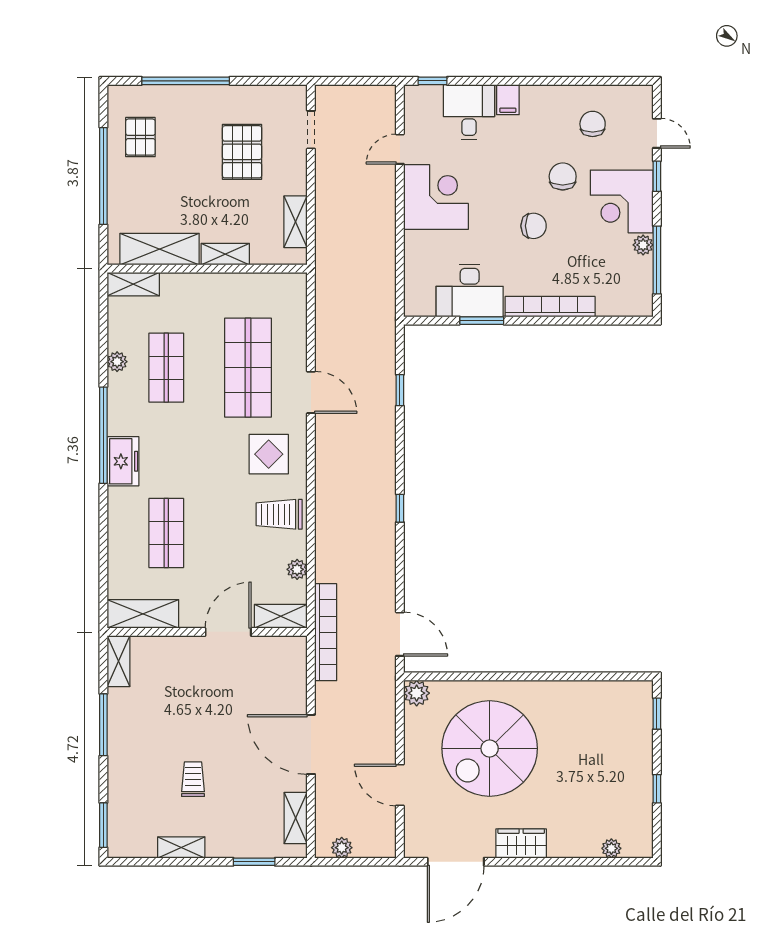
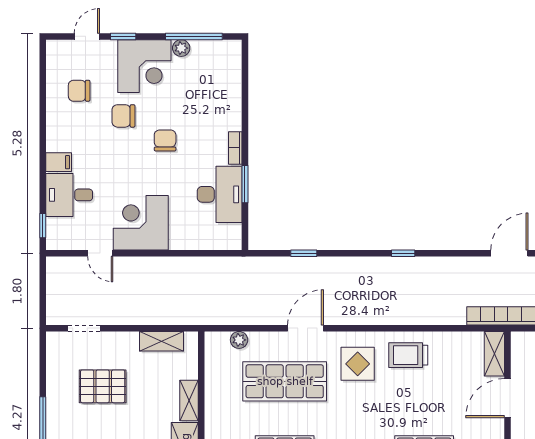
bookcase: (550, 307) -> (235, 148), width x0.43, depth x0.76
trolley: (279, 514) -> (408, 355), turned 90
plant: (297, 569) -> (239, 340), moved
door: (228, 632) -> (508, 398), hinge flipped

